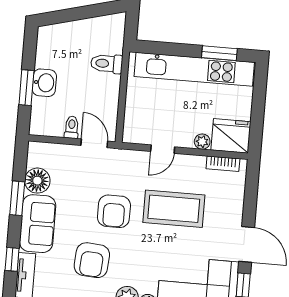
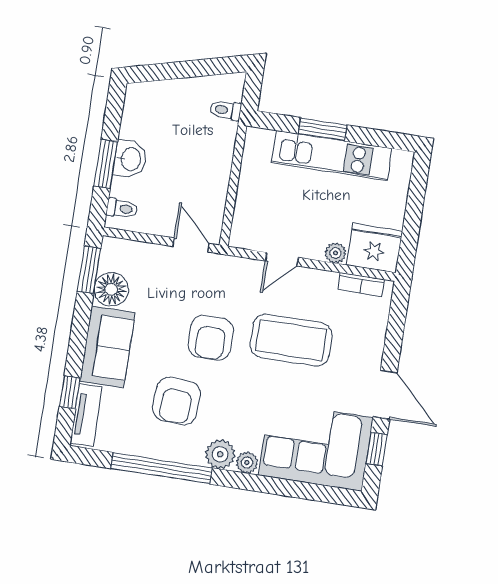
window: (219, 53) -> (323, 129), moved
toilet: (107, 64) -> (226, 110), moved, width x0.73, depth x0.72
kitchen unit: (194, 69) -> (332, 155), width x0.73
toilet: (72, 127) -> (122, 209), moved, turned 90
window: (17, 198) -> (89, 270), moved

